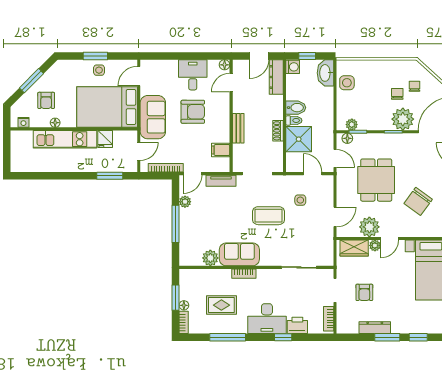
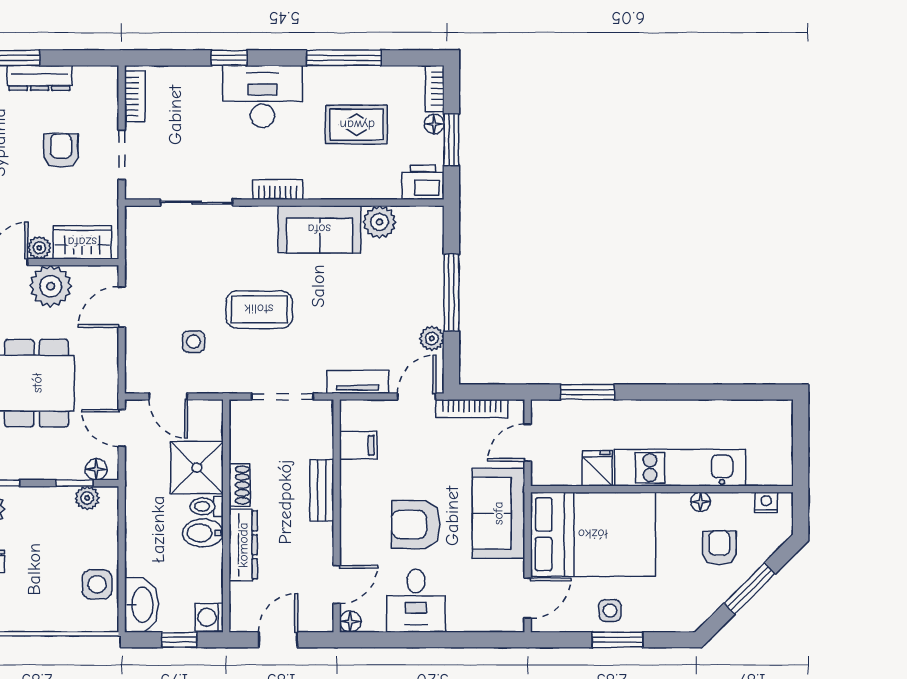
dresser: (276, 77) -> (243, 545), moved
bookcase: (244, 274) -> (278, 190), moved
printer: (297, 325) -> (423, 182), moved, turned 180

